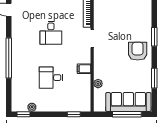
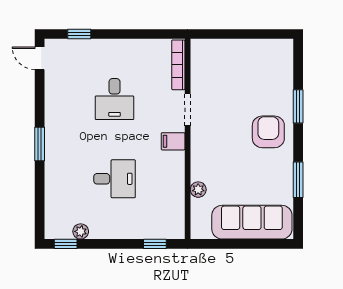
window: (9, 58) -> (40, 144), width x0.47
filing cabinet: (84, 69) -> (173, 141), moved
desk: (51, 78) -> (115, 179), turned 180
window: (127, 114) -> (249, 244), removed

